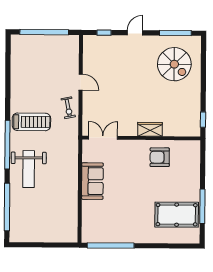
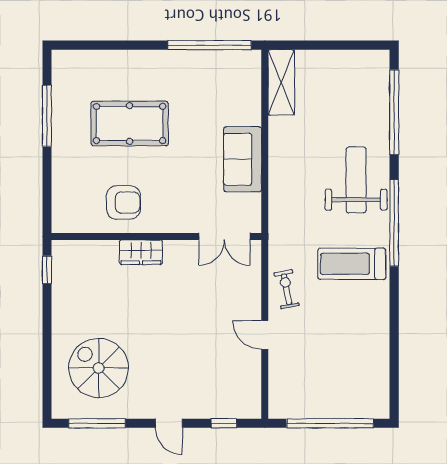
door: (135, 33) -> (169, 423), hinge flipped
pool table: (177, 215) -> (130, 123), moved
shelving: (70, 224) -> (281, 82), added

